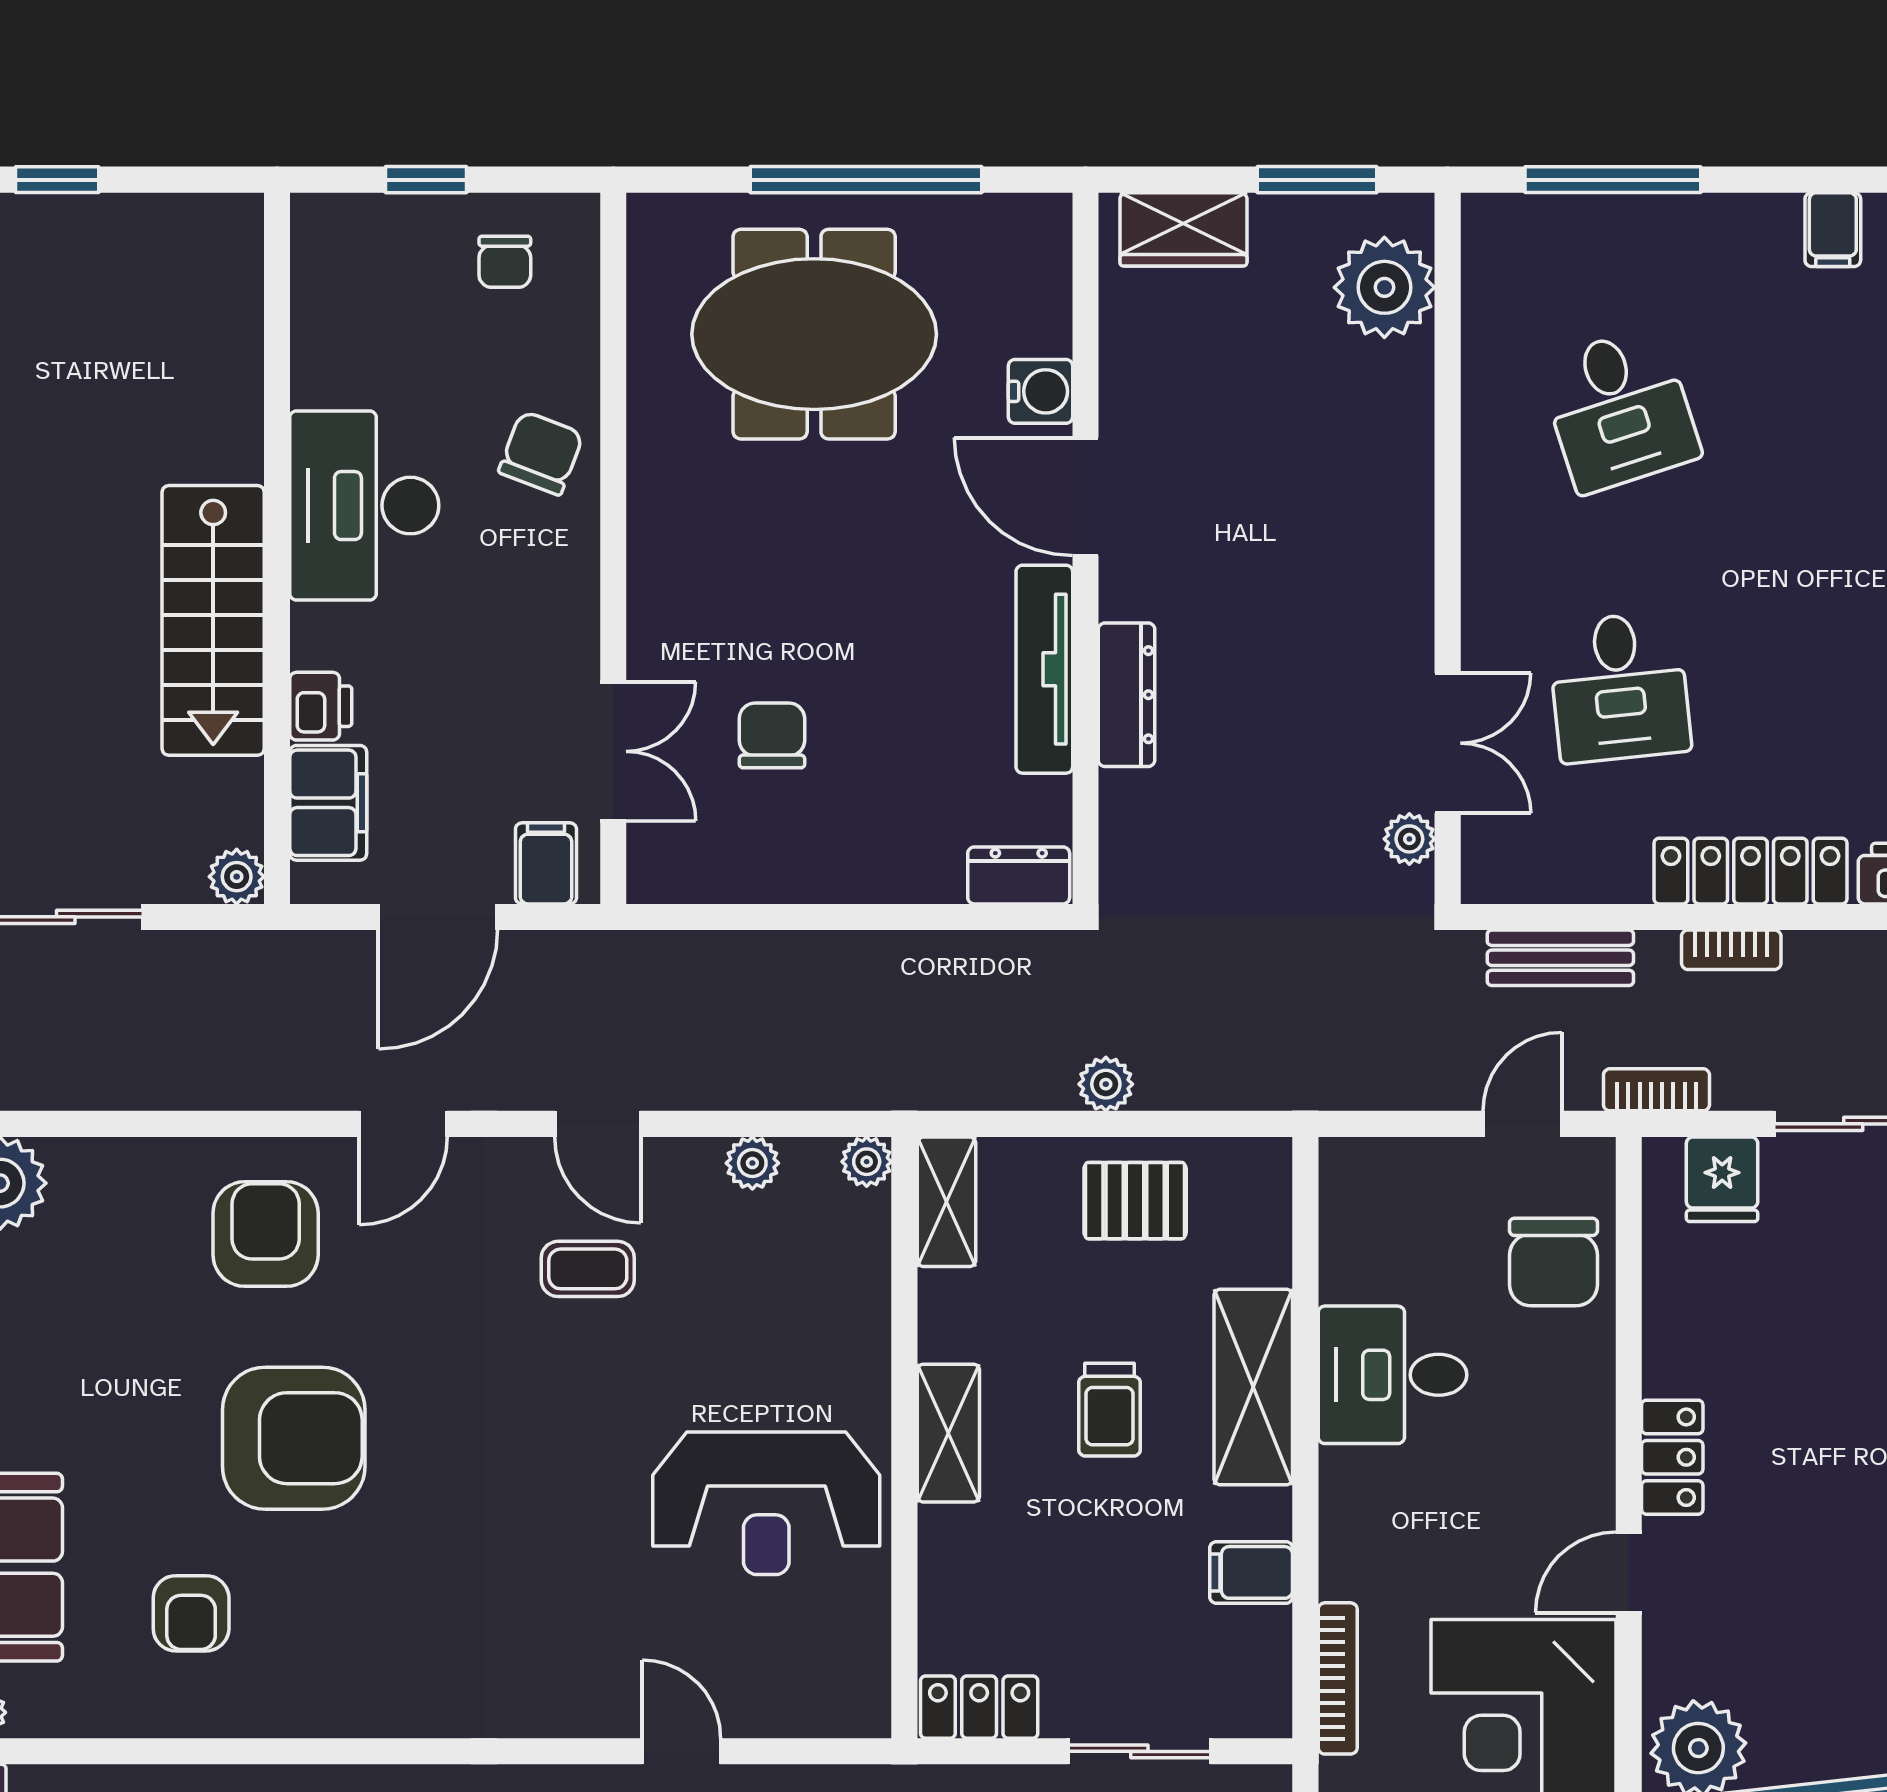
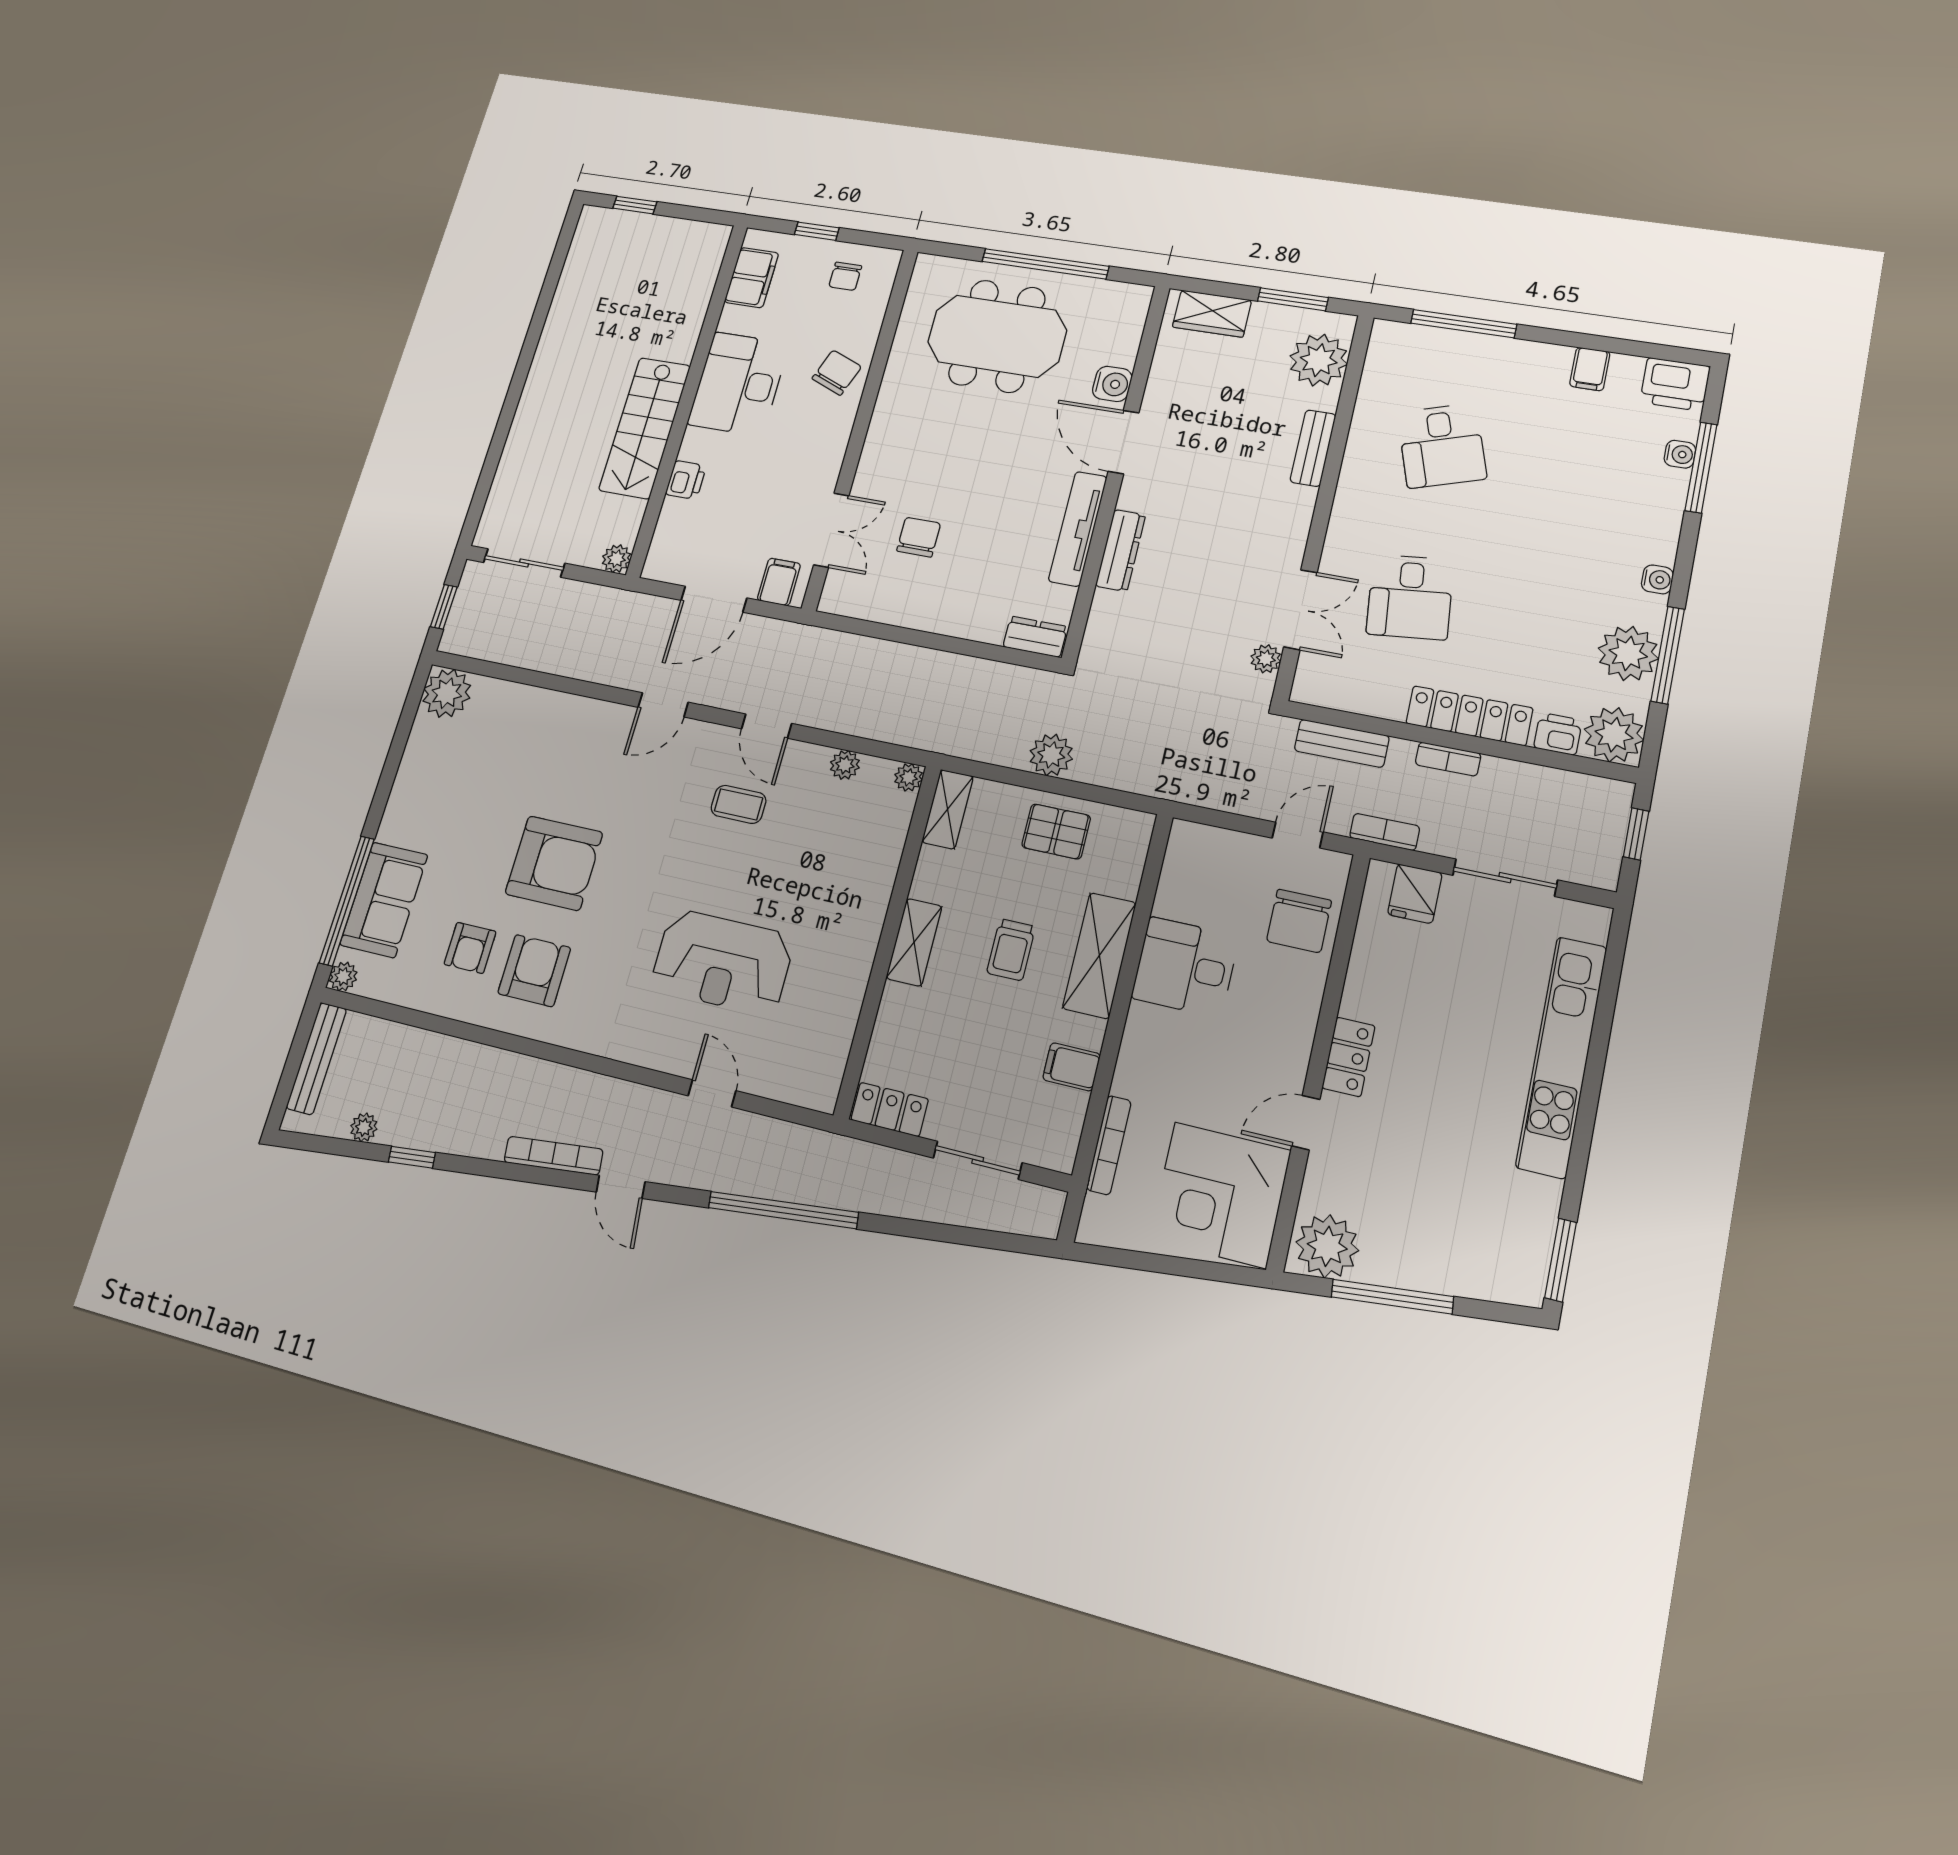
bench: (1409, 451) -> (1313, 448), added
filing cabinet: (328, 803) -> (752, 278), moved
plant: (1106, 1084) -> (1051, 755), width x1.38, depth x1.38
armchair: (266, 1234) -> (534, 971), moved
reception desk: (766, 1503) -> (722, 962), moved

